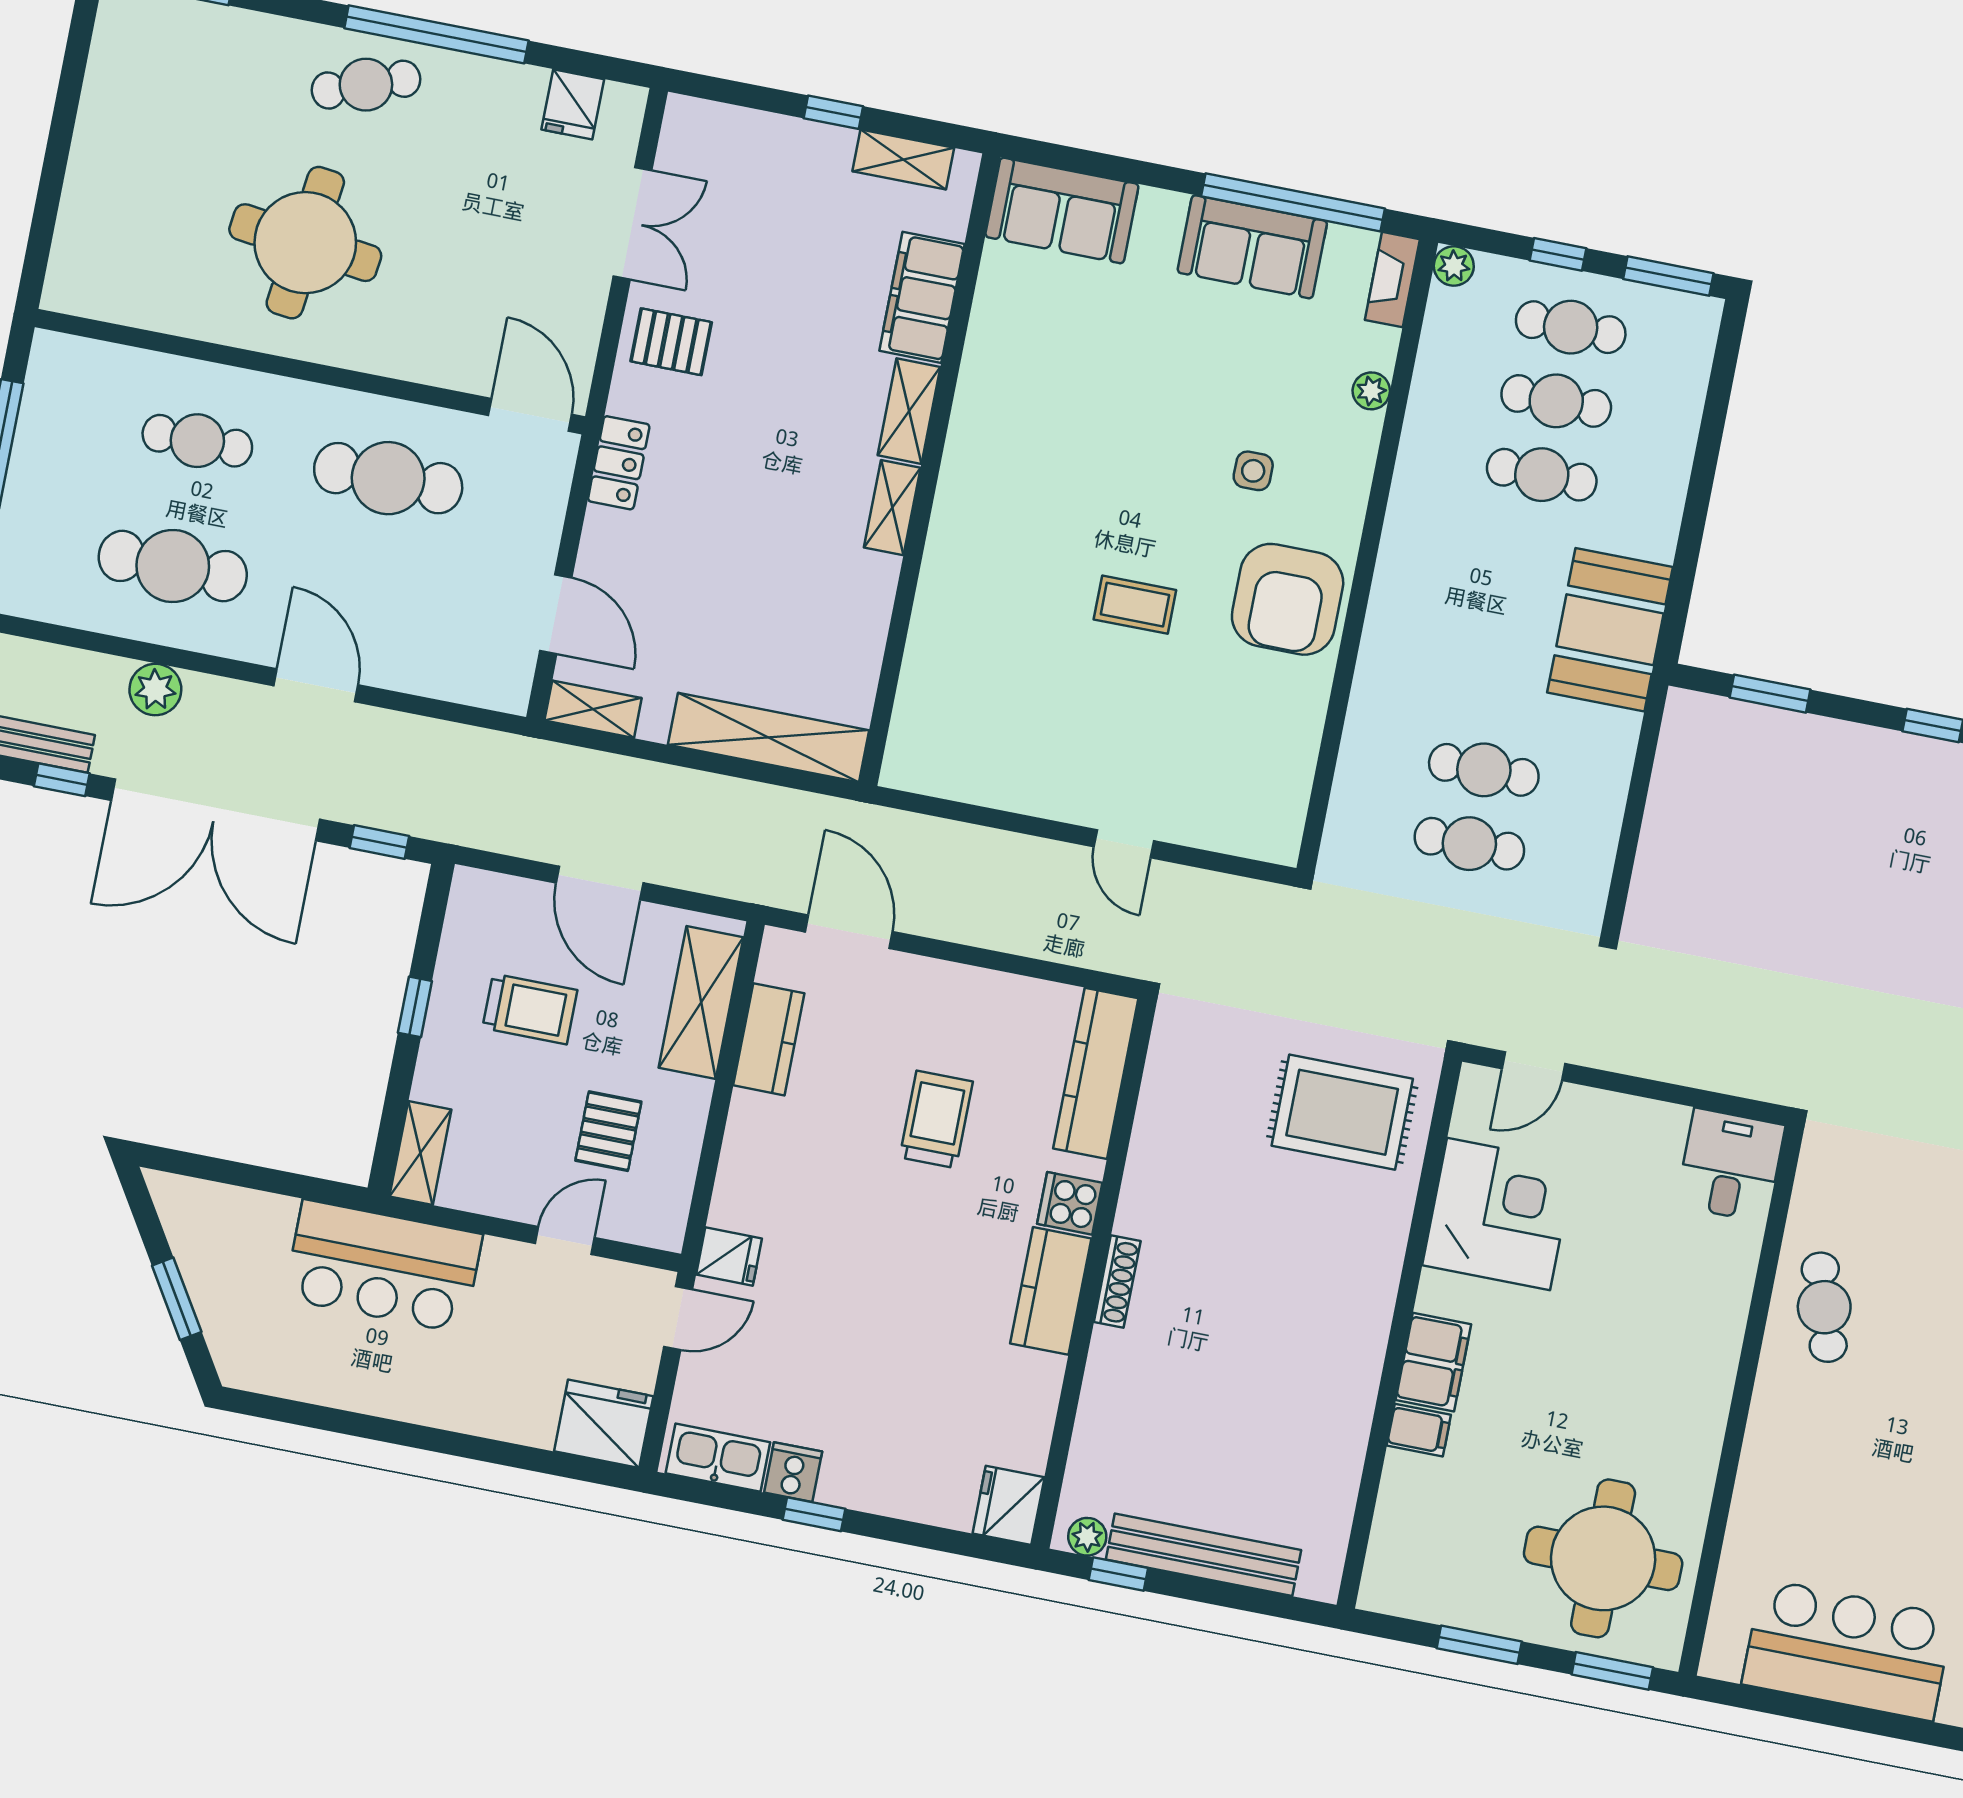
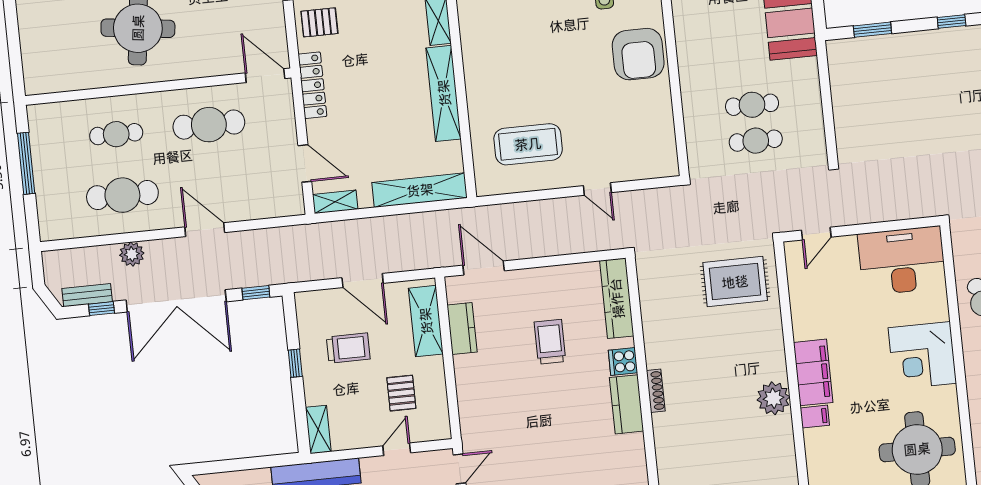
locker: (619, 463) -> (312, 85), width x1.53
shelving: (892, 508) -> (444, 93), width x2.20, depth x1.33
coffee table: (1135, 605) -> (528, 144), moved, width x1.86, depth x1.72
desk: (1730, 1165) -> (902, 261), width x1.87, depth x1.30
corner desk: (1499, 1214) -> (922, 356), moved, turned 180
fridge: (729, 1256) -> (474, 434), removed
filing cabinet: (1433, 1362) -> (813, 372), width x1.50, depth x1.17
plant: (1347, 1369) -> (773, 398), added

